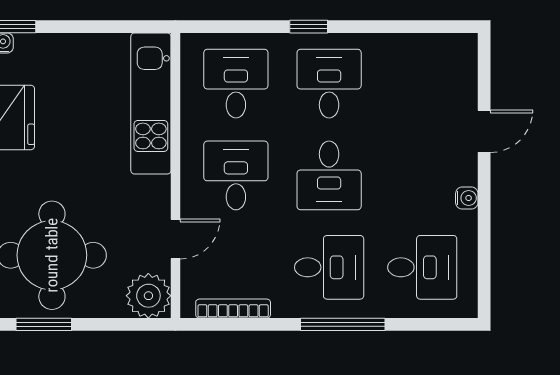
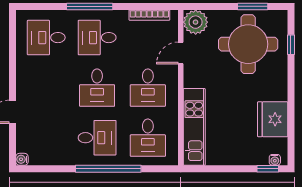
window: (309, 27) -> (108, 169), width x3.17
desk: (329, 84) -> (97, 138), turned -90
desk: (329, 175) -> (97, 88), turned 180
water cooler: (467, 198) -> (22, 159), moved

